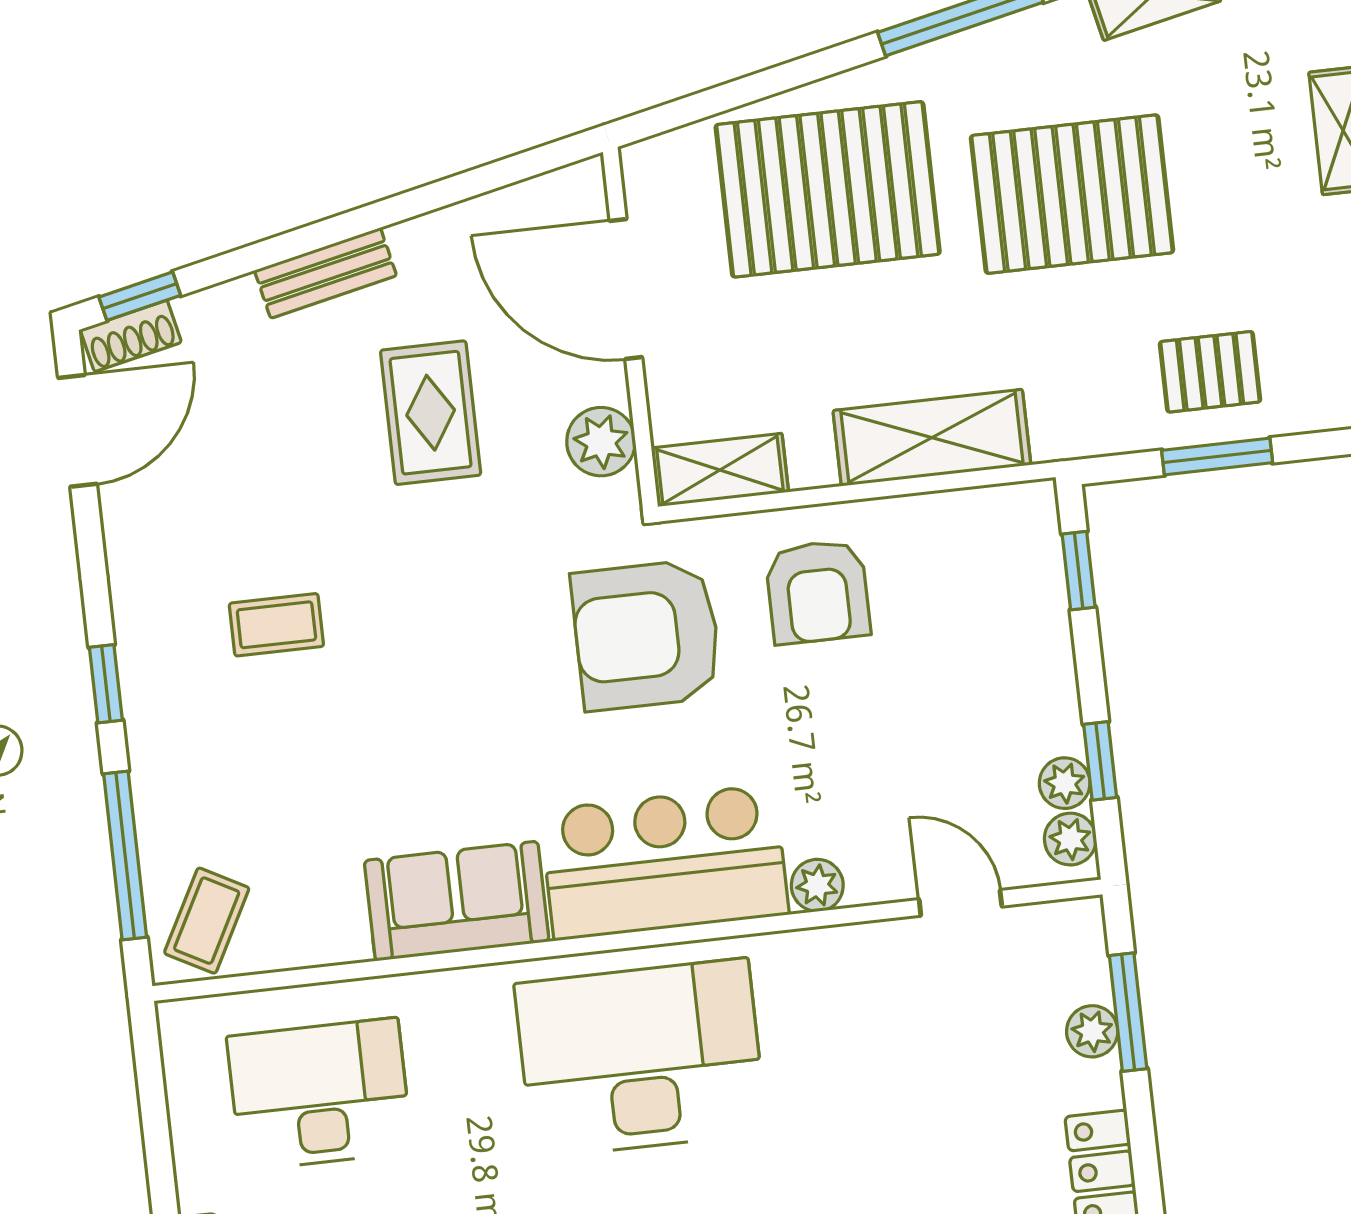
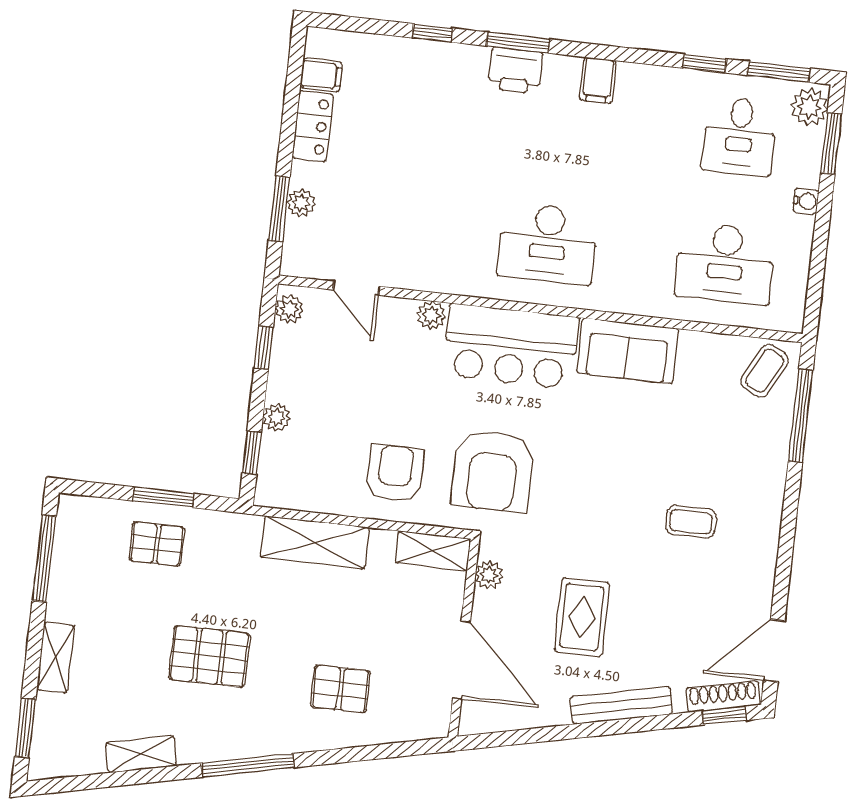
pallet: (828, 189) -> (340, 689), width x0.49, depth x0.50
pallet: (1072, 194) -> (209, 656), width x0.73, depth x0.71
bench: (325, 273) -> (621, 705), width x1.36
shoe rack: (131, 336) -> (723, 696), width x1.43
plant: (601, 442) -> (489, 575), width x0.73, depth x0.73
armchair: (646, 635) -> (493, 471), turned 90
window: (106, 684) -> (790, 511), removed
plant: (1065, 783) -> (277, 417), moved
desk: (641, 1058) -> (548, 244), width x0.73, depth x0.77

